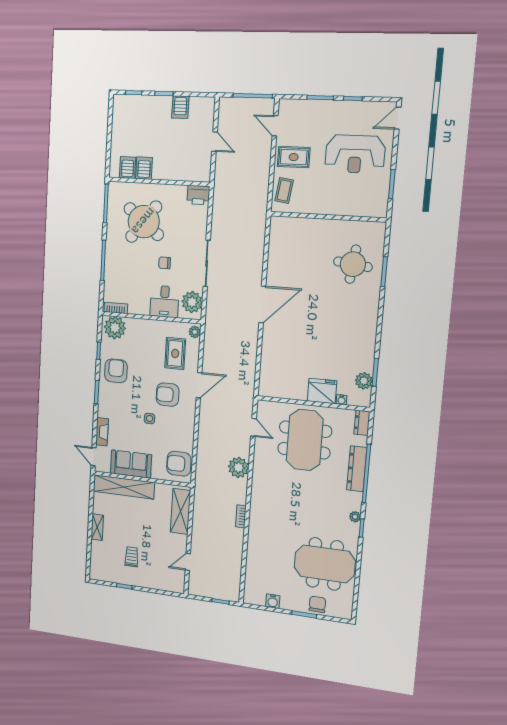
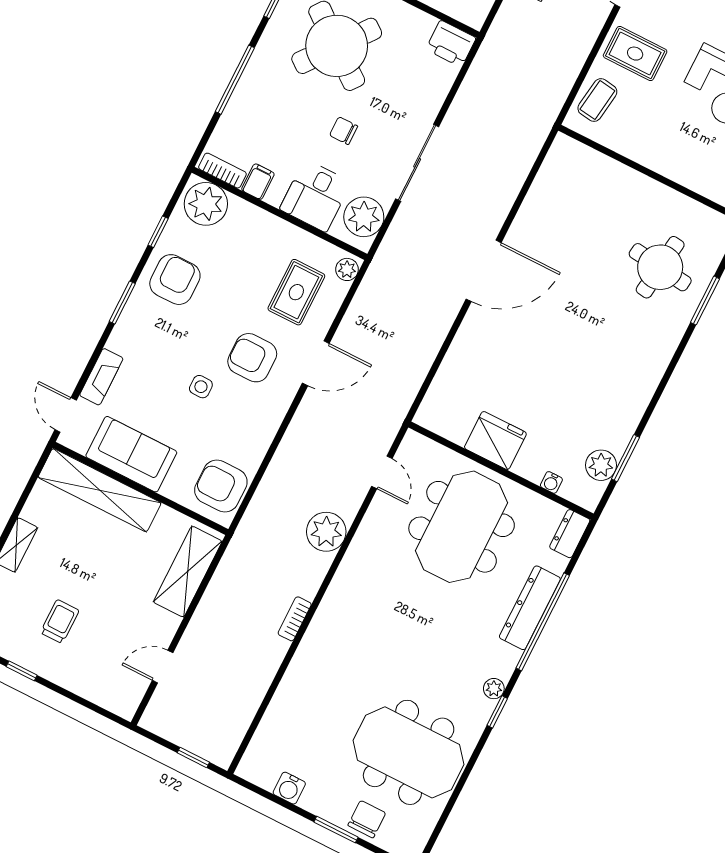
filing cabinet: (135, 306) -> (258, 182), added
fridge: (322, 391) -> (495, 440), moved

